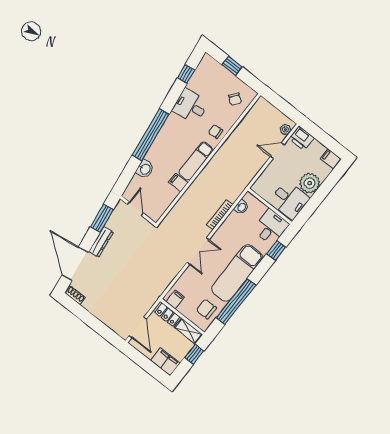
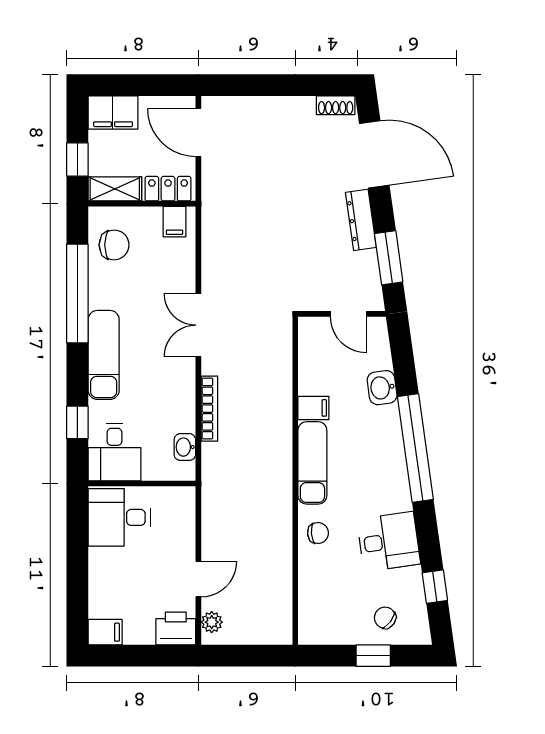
chair: (235, 99) -> (385, 618), moved
plant: (310, 183) -> (108, 568), removed
exam couch: (237, 273) -> (104, 355), width x0.73, depth x0.69

